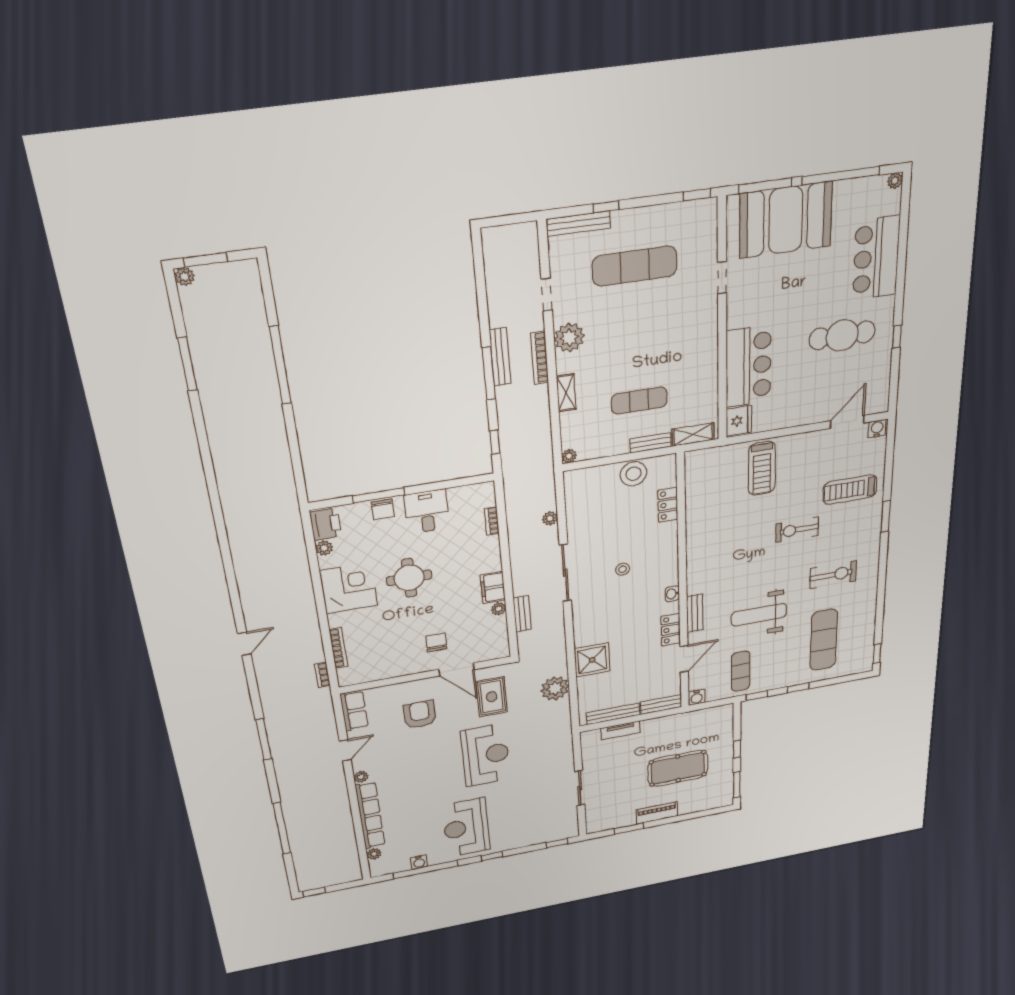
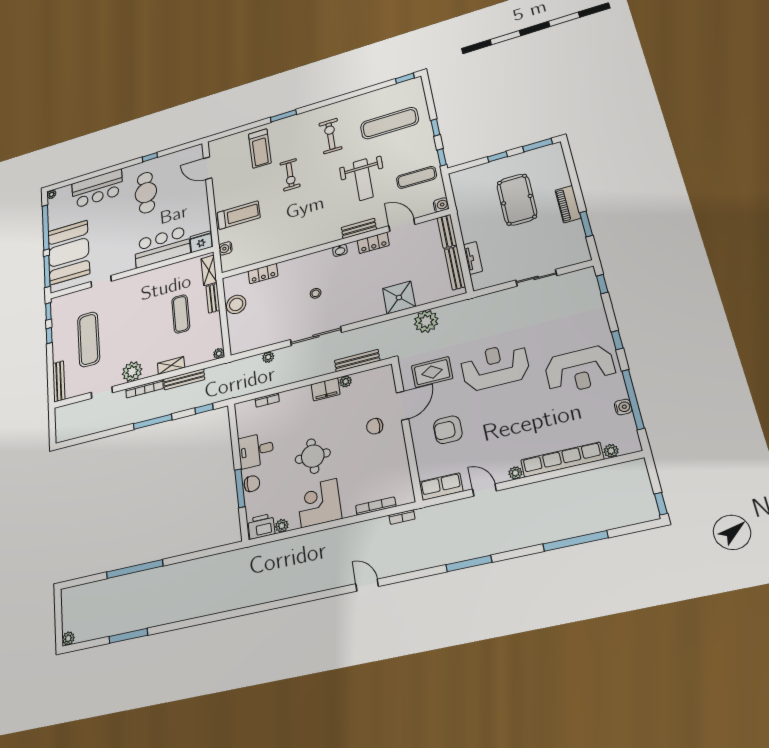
window: (606, 207) -> (49, 336), moved
window: (205, 260) -> (59, 624), removed
bench: (500, 357) -> (184, 379), moved
water cooler: (877, 429) -> (225, 248), moved
bench: (522, 614) -> (357, 361), width x1.36

